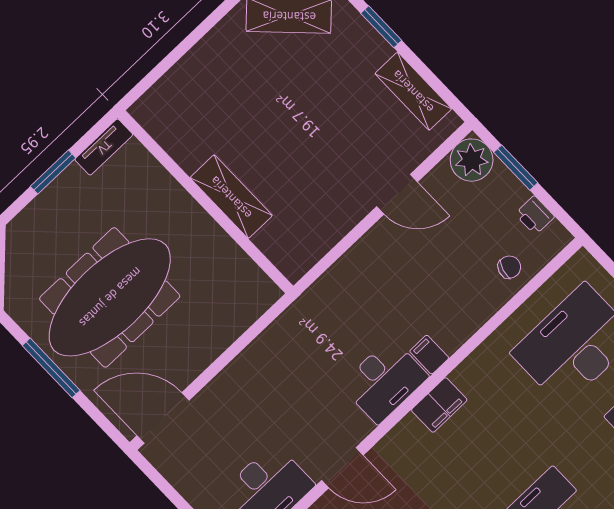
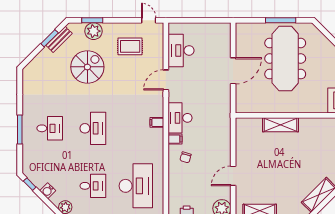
chair: (509, 267) -> (186, 157), moved
filing cabinet: (439, 405) -> (157, 122), width x0.50
door: (163, 418) -> (233, 71), moved

